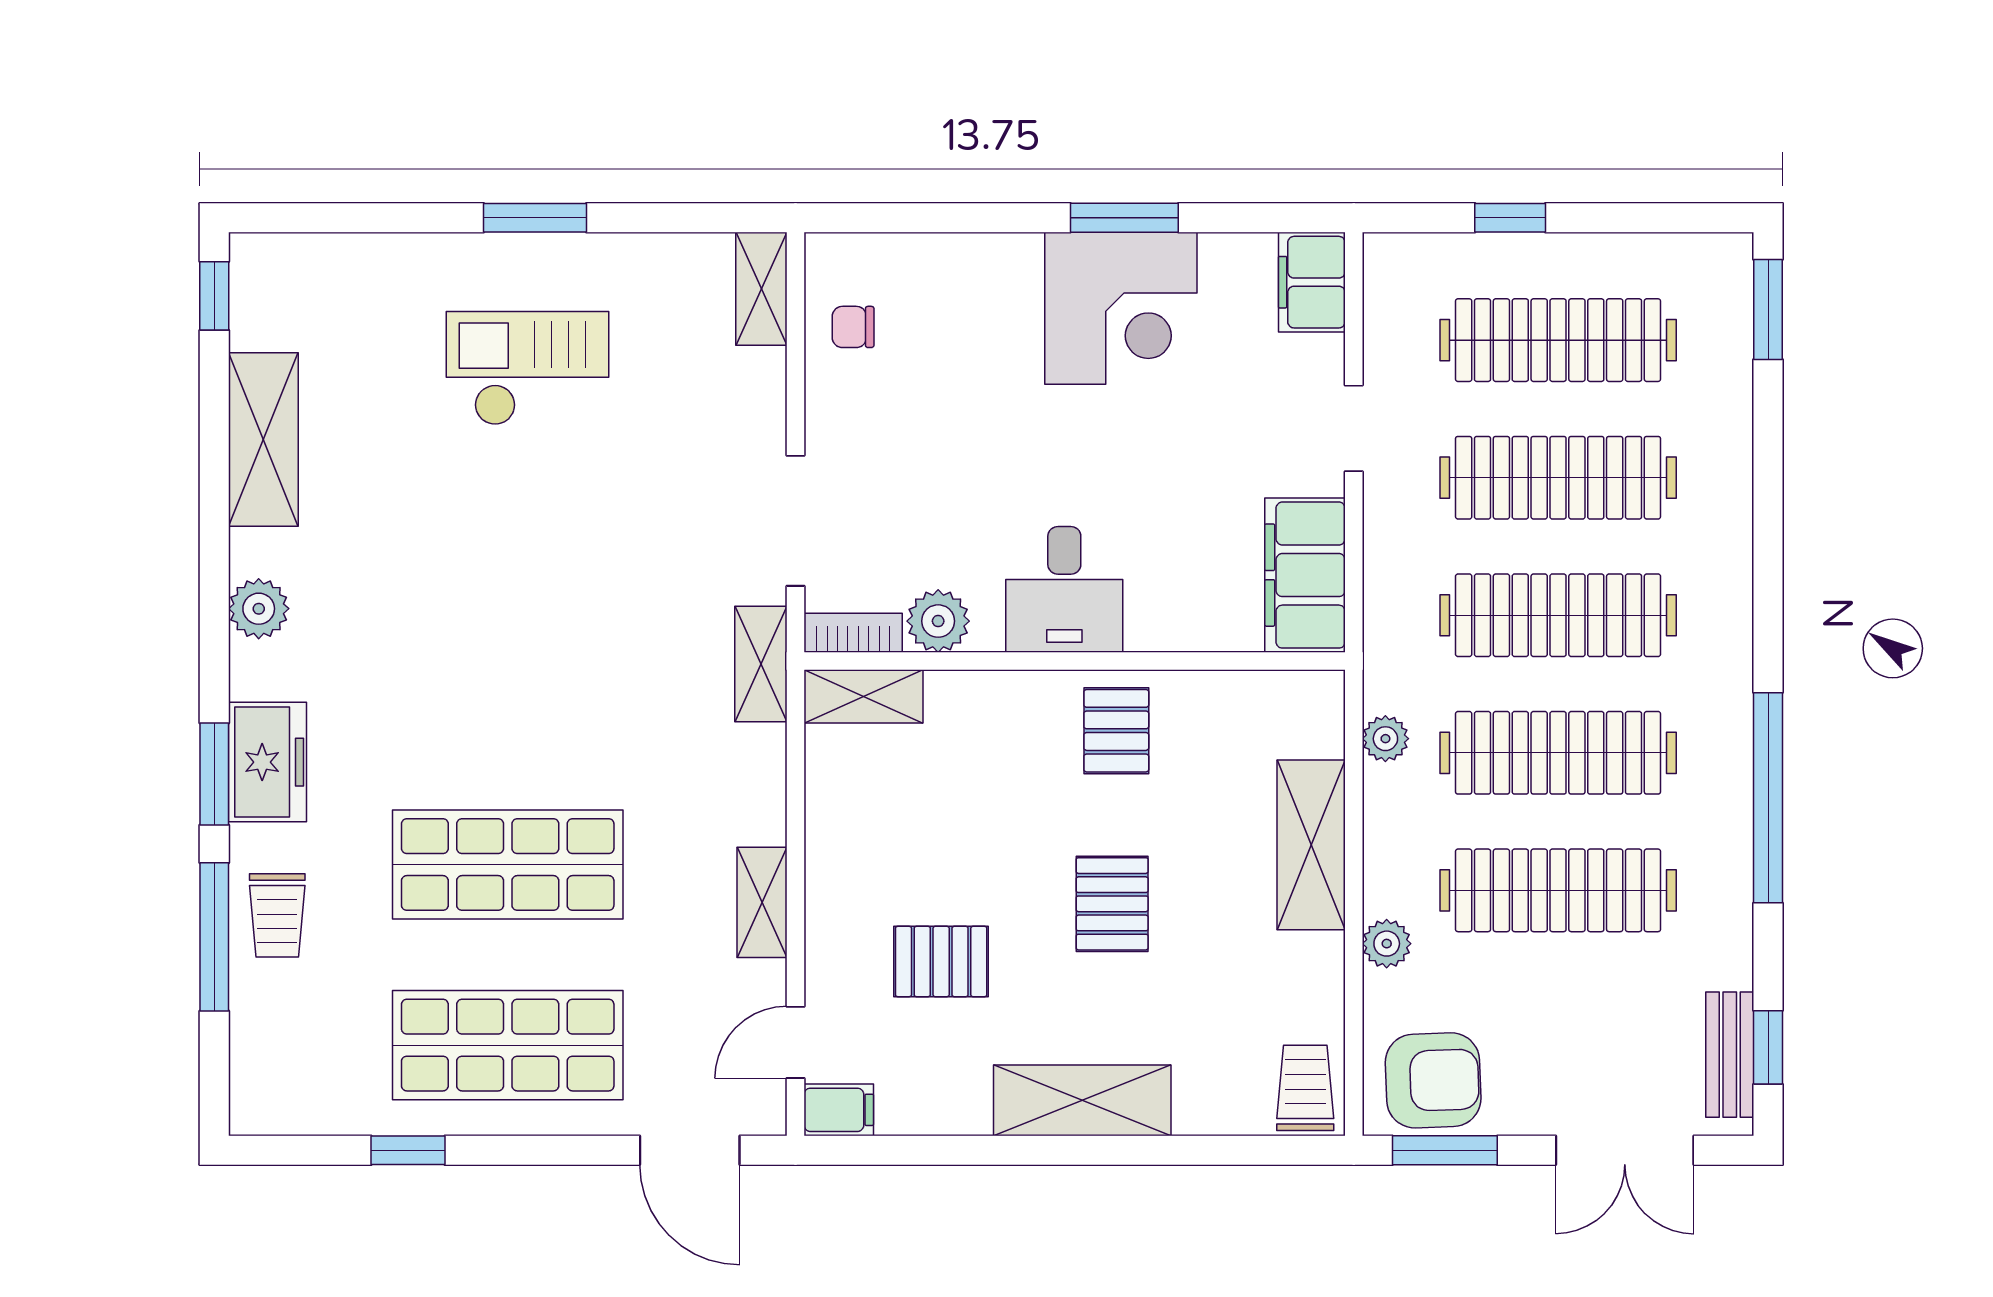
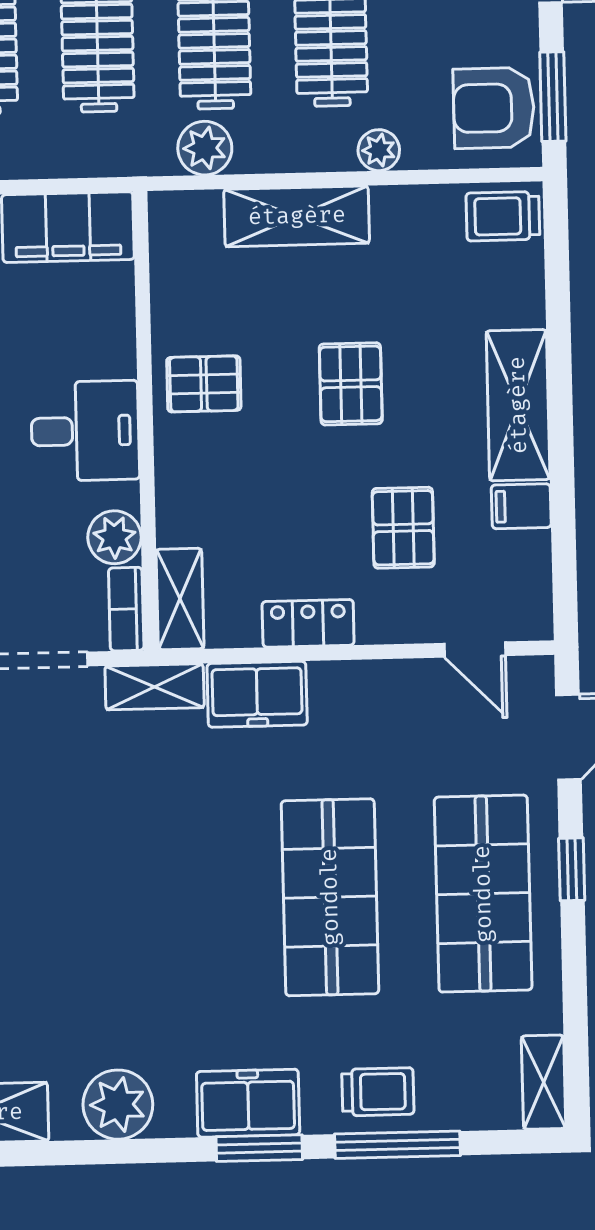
plant: (259, 609) -> (118, 1105), width x1.36, depth x1.36
plant: (1385, 739) -> (205, 148), width x1.38, depth x1.38
freezer: (749, 785) -> (257, 694), added
locker: (831, 847) -> (308, 623), added
shelving: (762, 902) -> (544, 1082), moved, turned 90
pallet: (1112, 904) -> (351, 384), turned 90
armchair: (1433, 1080) -> (494, 108), turned -88
filing cabinet: (839, 1110) -> (521, 506), moved, turned -90
window: (408, 1150) -> (572, 869), moved

